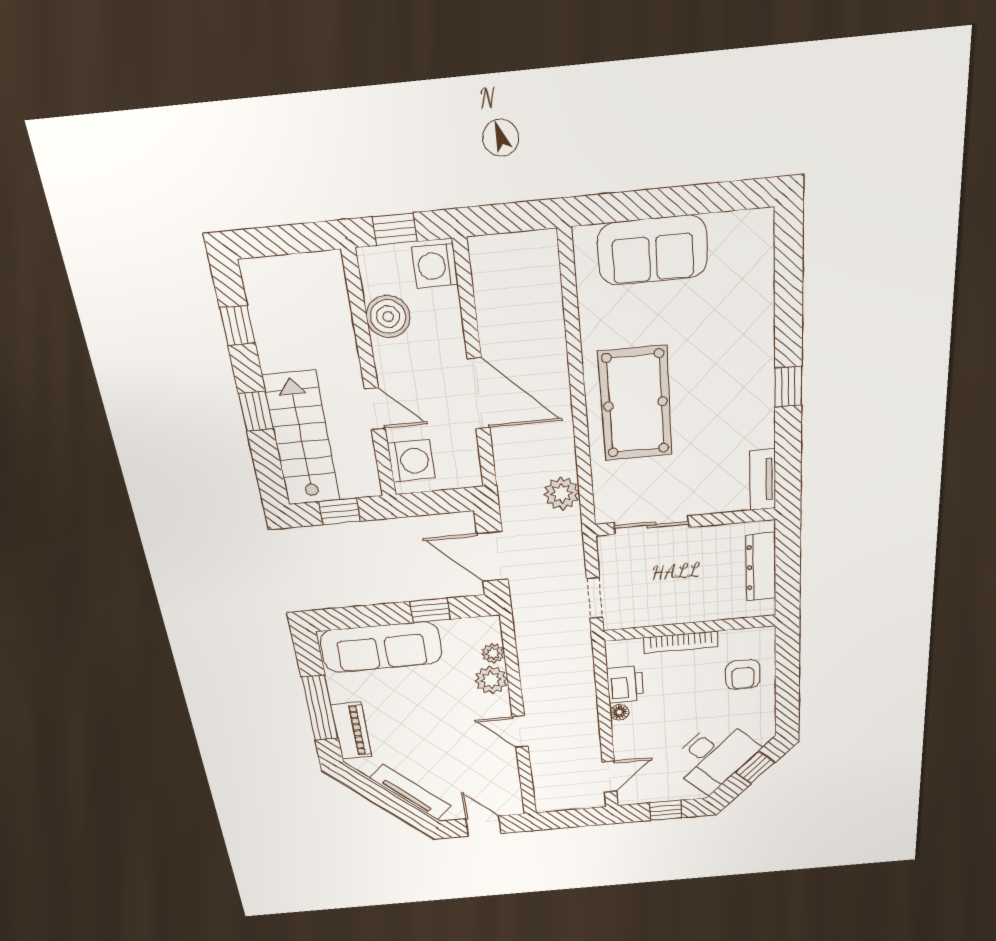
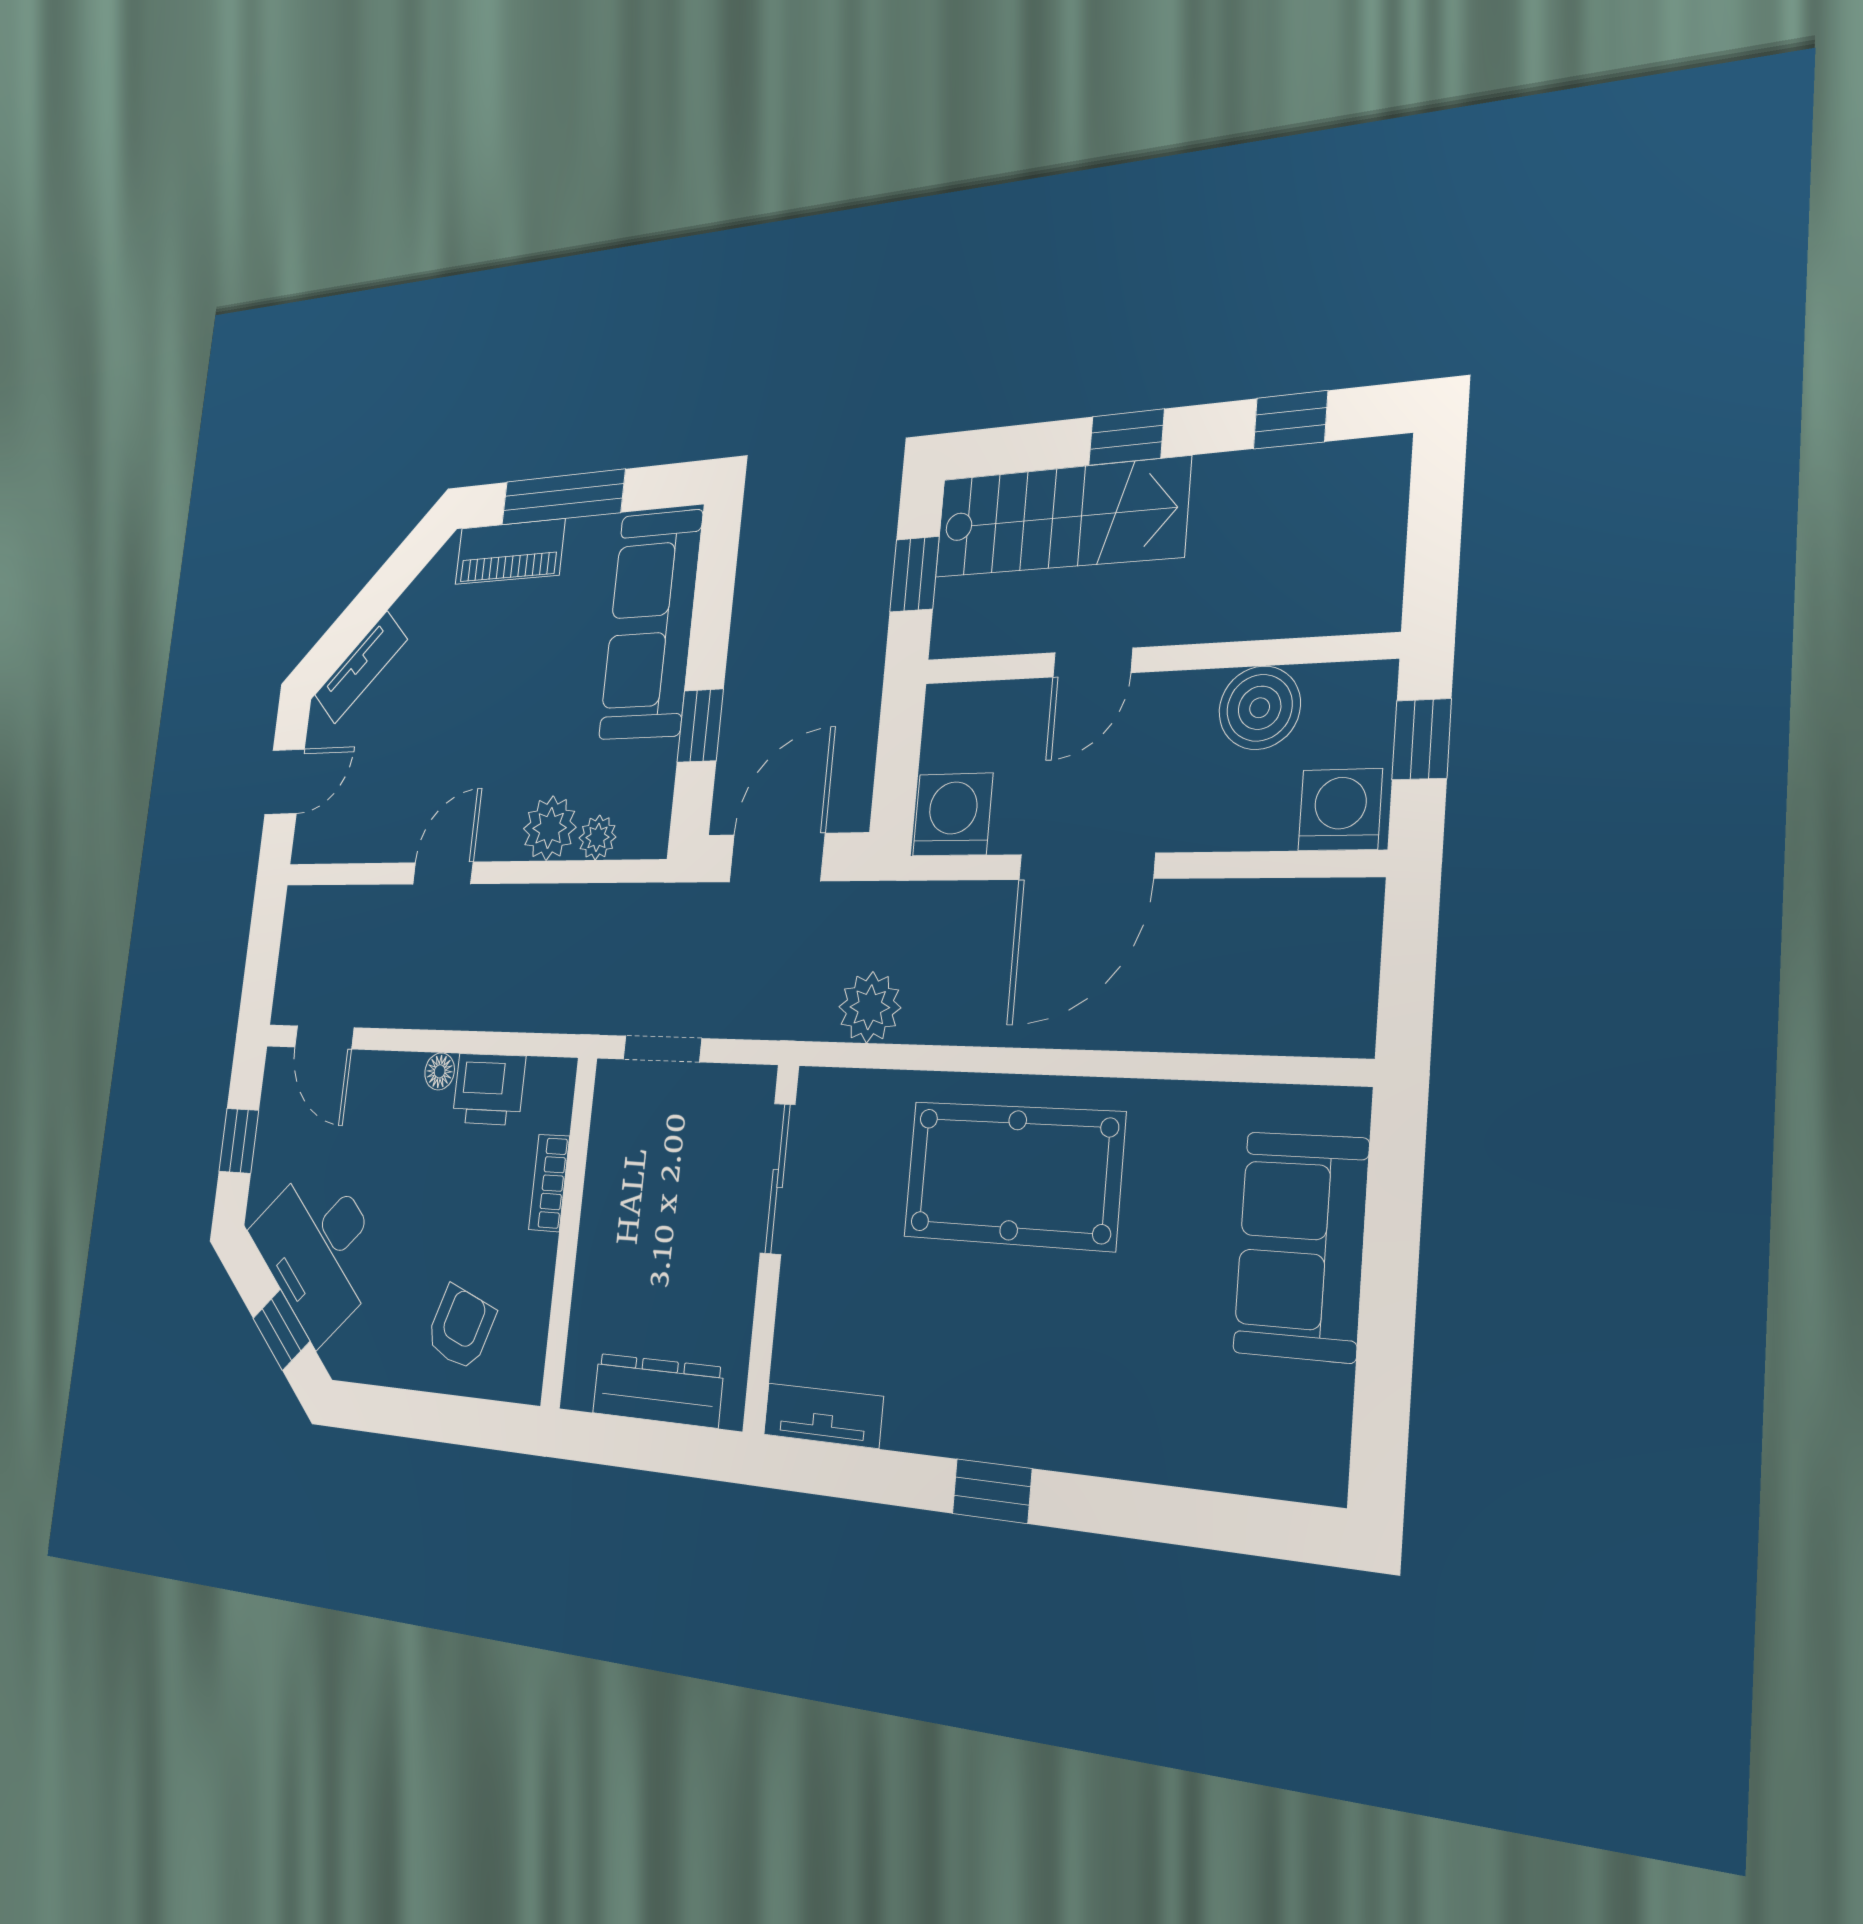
washing machine: (411, 461) -> (953, 814), moved, turned 180
bookcase: (681, 642) -> (549, 1183), width x0.64
armchair: (743, 675) -> (461, 1328), turned 110
tv unit: (410, 792) -> (361, 667), width x0.71

